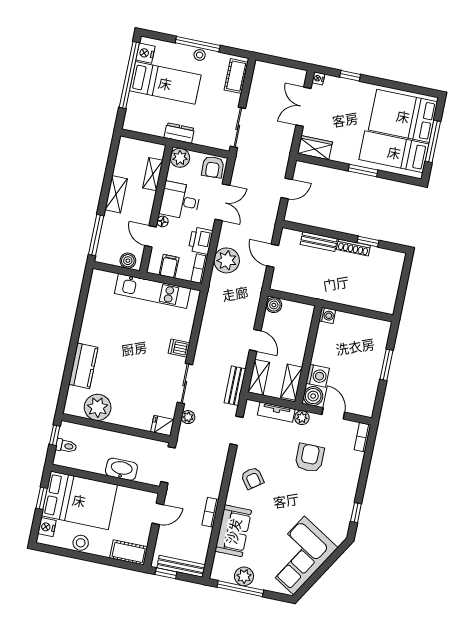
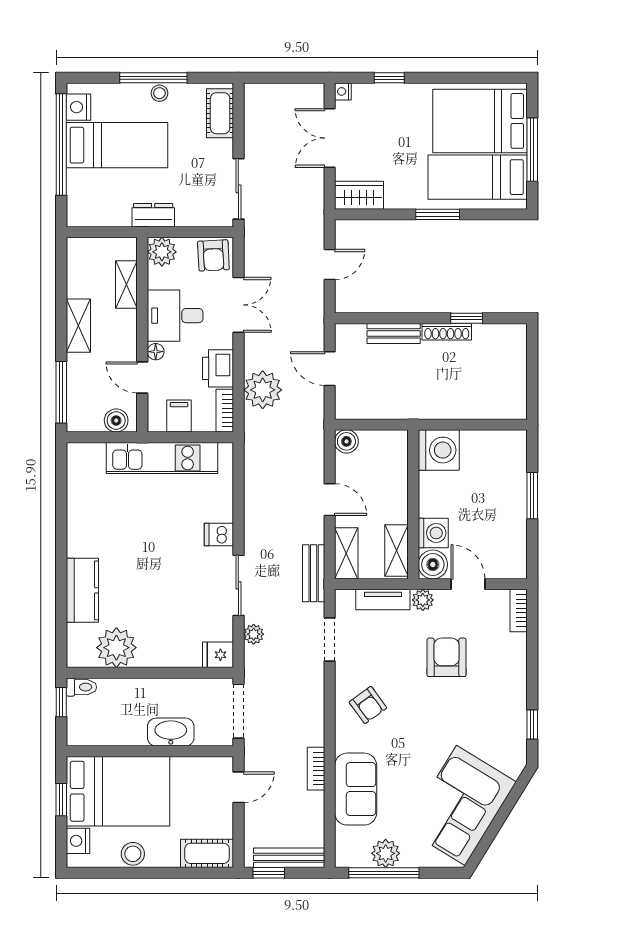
washing machine: (327, 315) -> (439, 450), width x1.89, depth x1.89
toilet: (66, 446) -> (81, 687), moved

